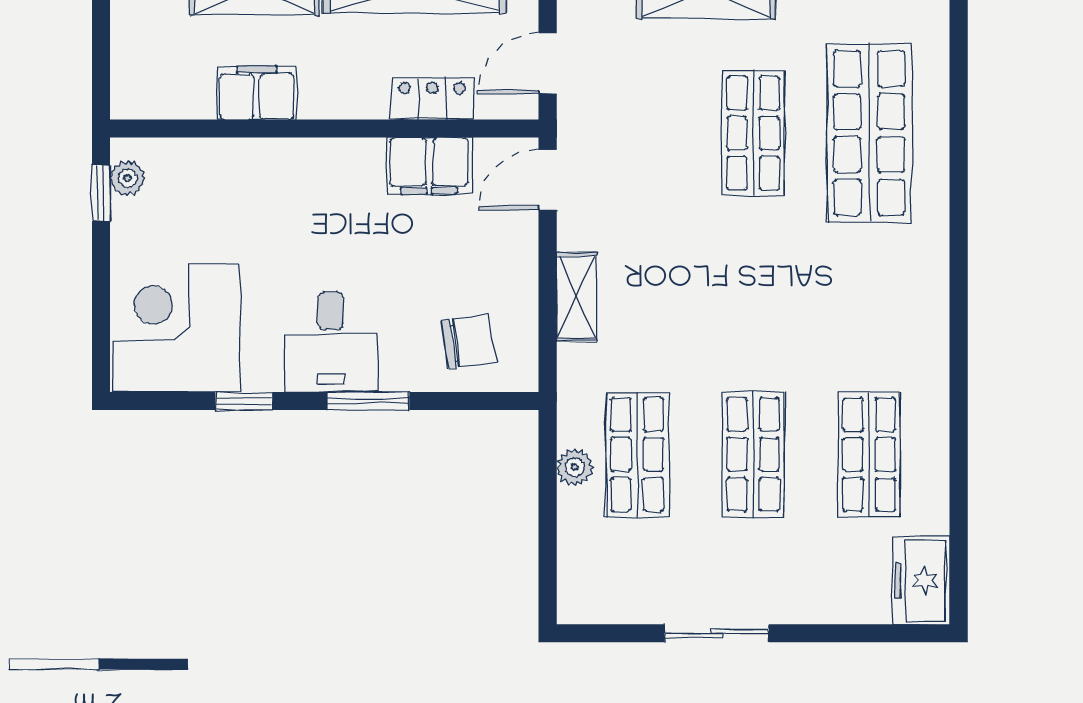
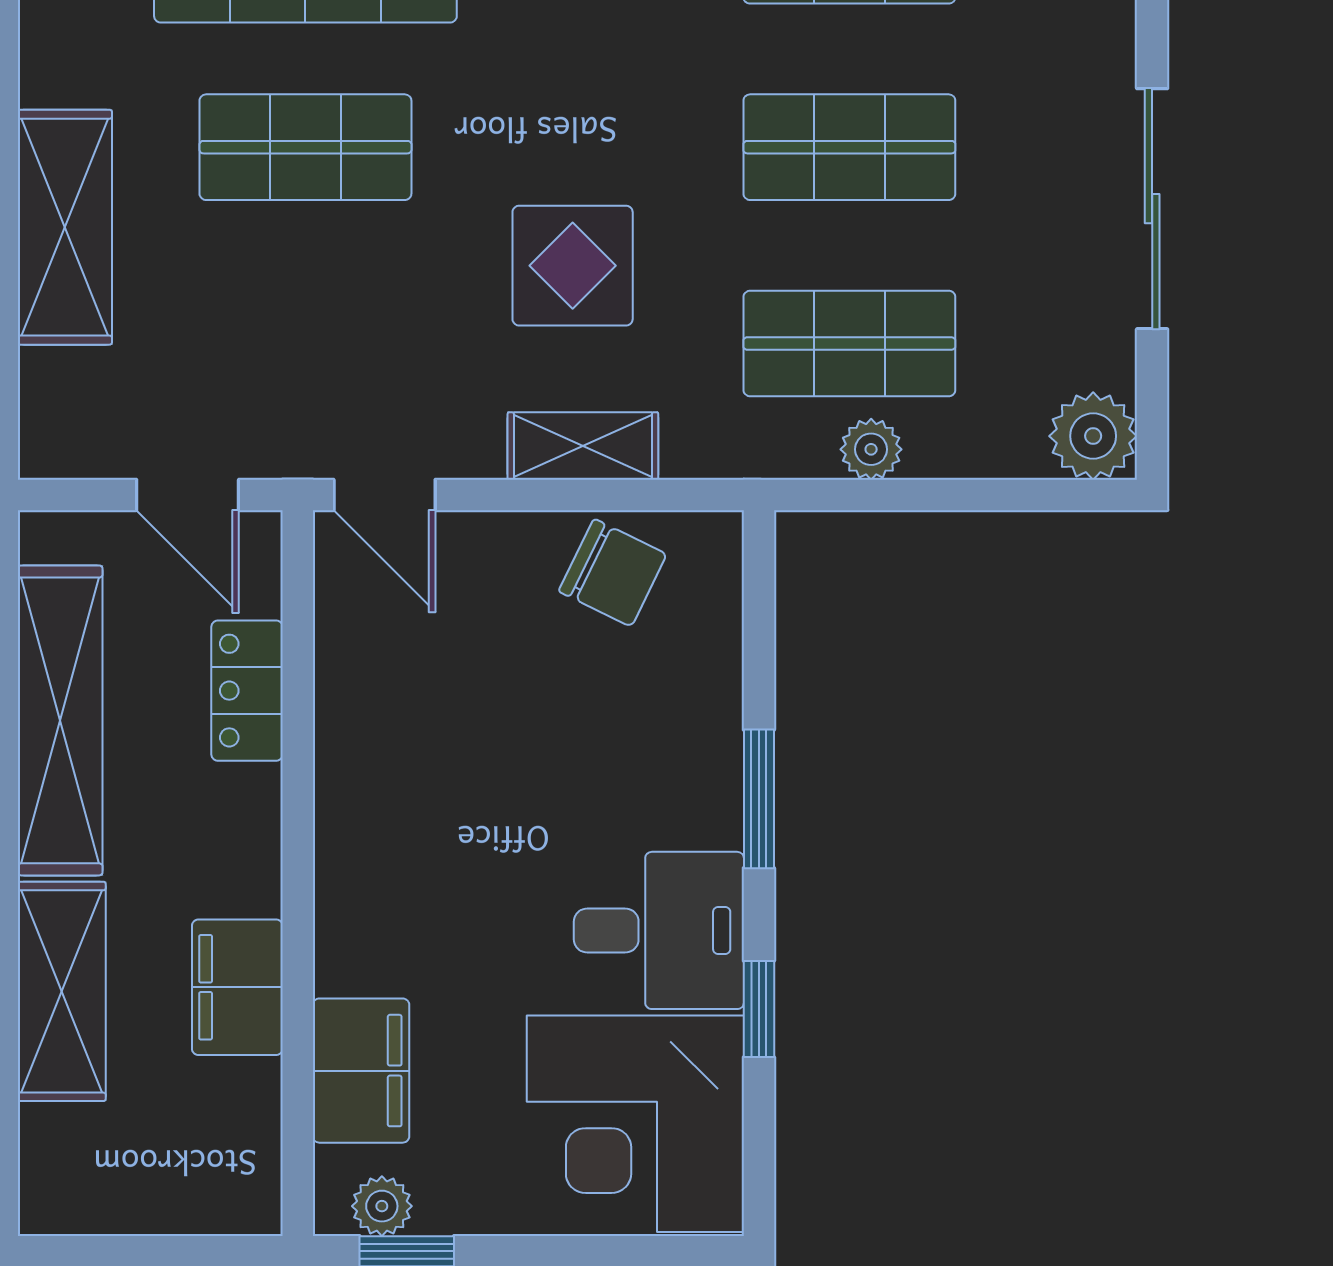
filing cabinet: (429, 166) -> (361, 1071), moved
display table: (683, 291) -> (573, 266), added
chair: (469, 341) -> (613, 573), moved, turned 125
desk: (331, 342) -> (659, 930), moved
plant: (582, 598) -> (1093, 436), added
sliding door: (717, 633) -> (1152, 209), width x1.37

